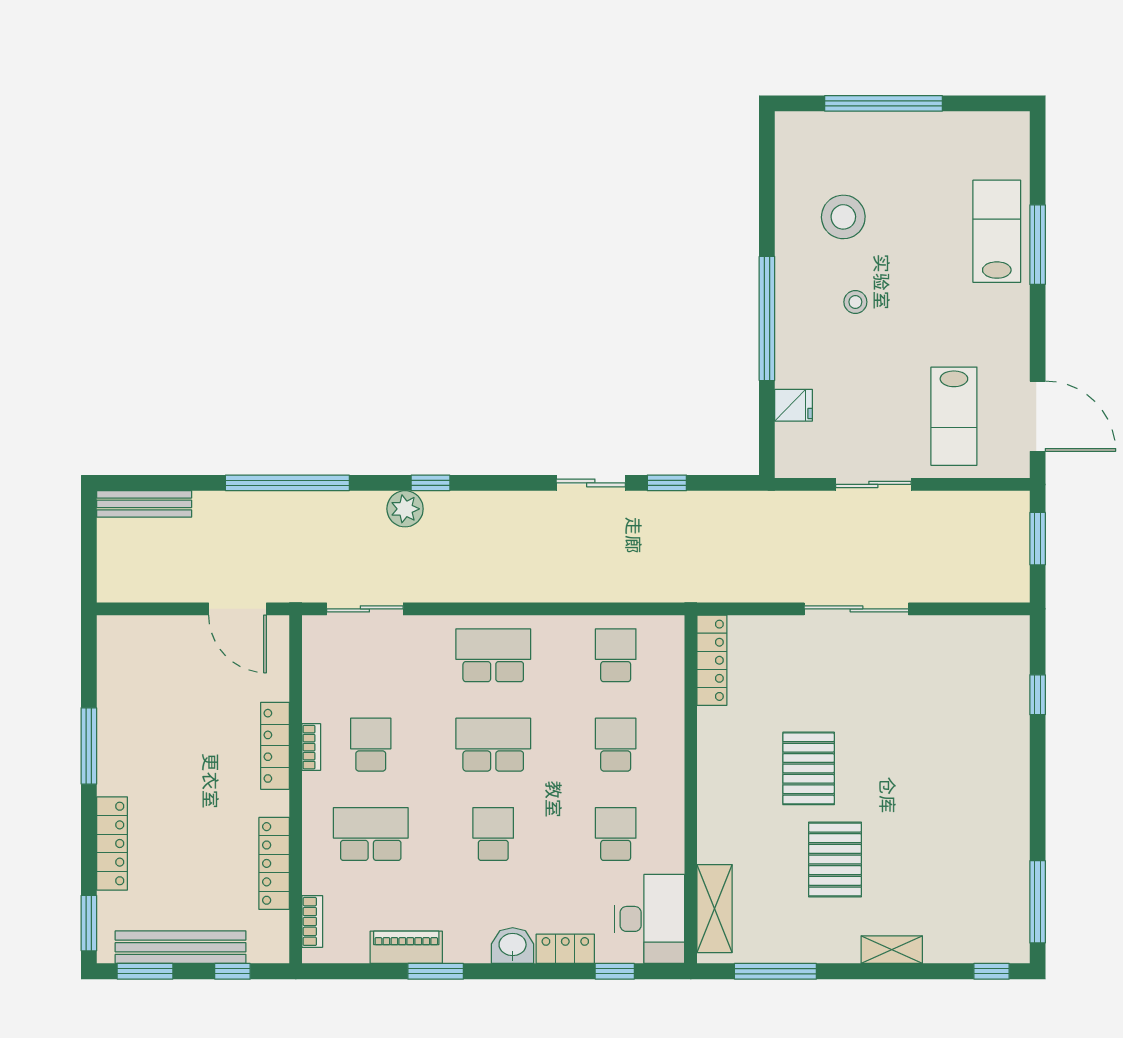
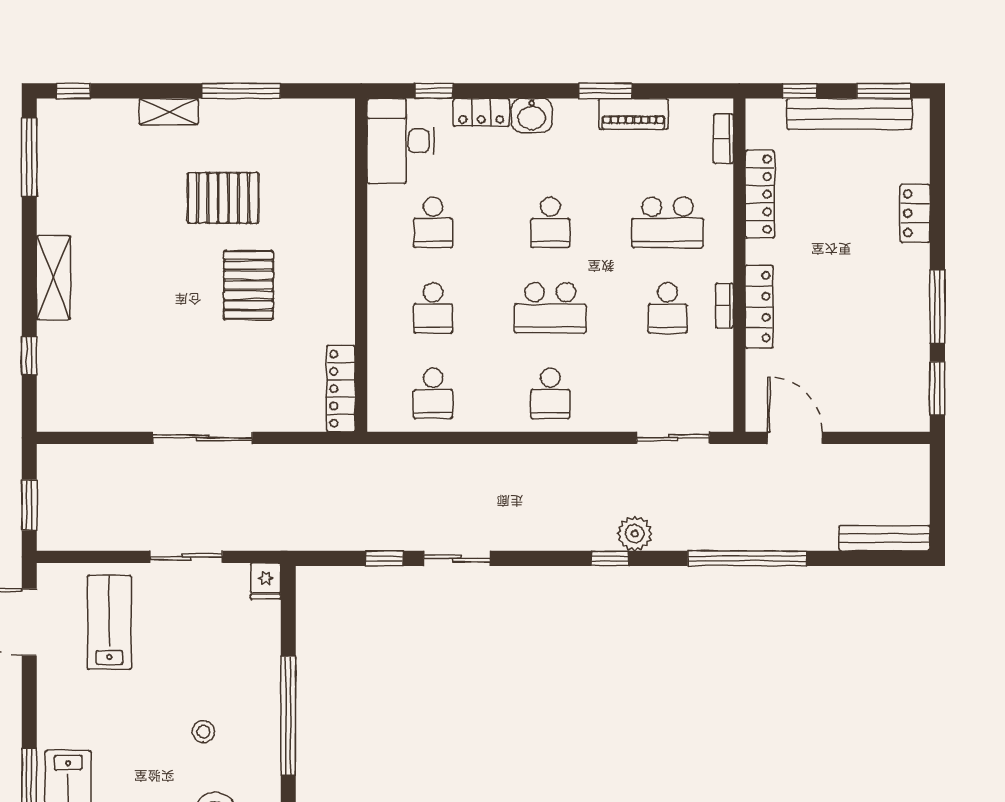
fridge: (794, 405) -> (266, 581), moved, turned -90
school desk: (493, 655) -> (550, 393), width x0.54
locker: (112, 844) -> (915, 213), width x0.66
pallet: (835, 860) -> (223, 198), turned 90
shelving: (715, 909) -> (53, 277), moved
window: (89, 923) -> (937, 388), moved
window: (775, 971) -> (241, 91), moved

